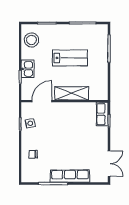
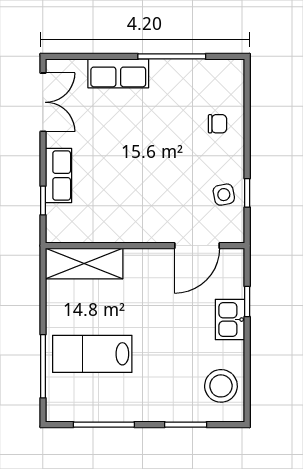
lab bench: (70, 58) -> (92, 354), moved
shelving: (72, 93) -> (84, 263), moved
row of seats: (102, 114) -> (59, 175), moved
double door: (109, 164) -> (43, 102), swing flipped
row of seats: (70, 176) -> (118, 73), width x0.68

